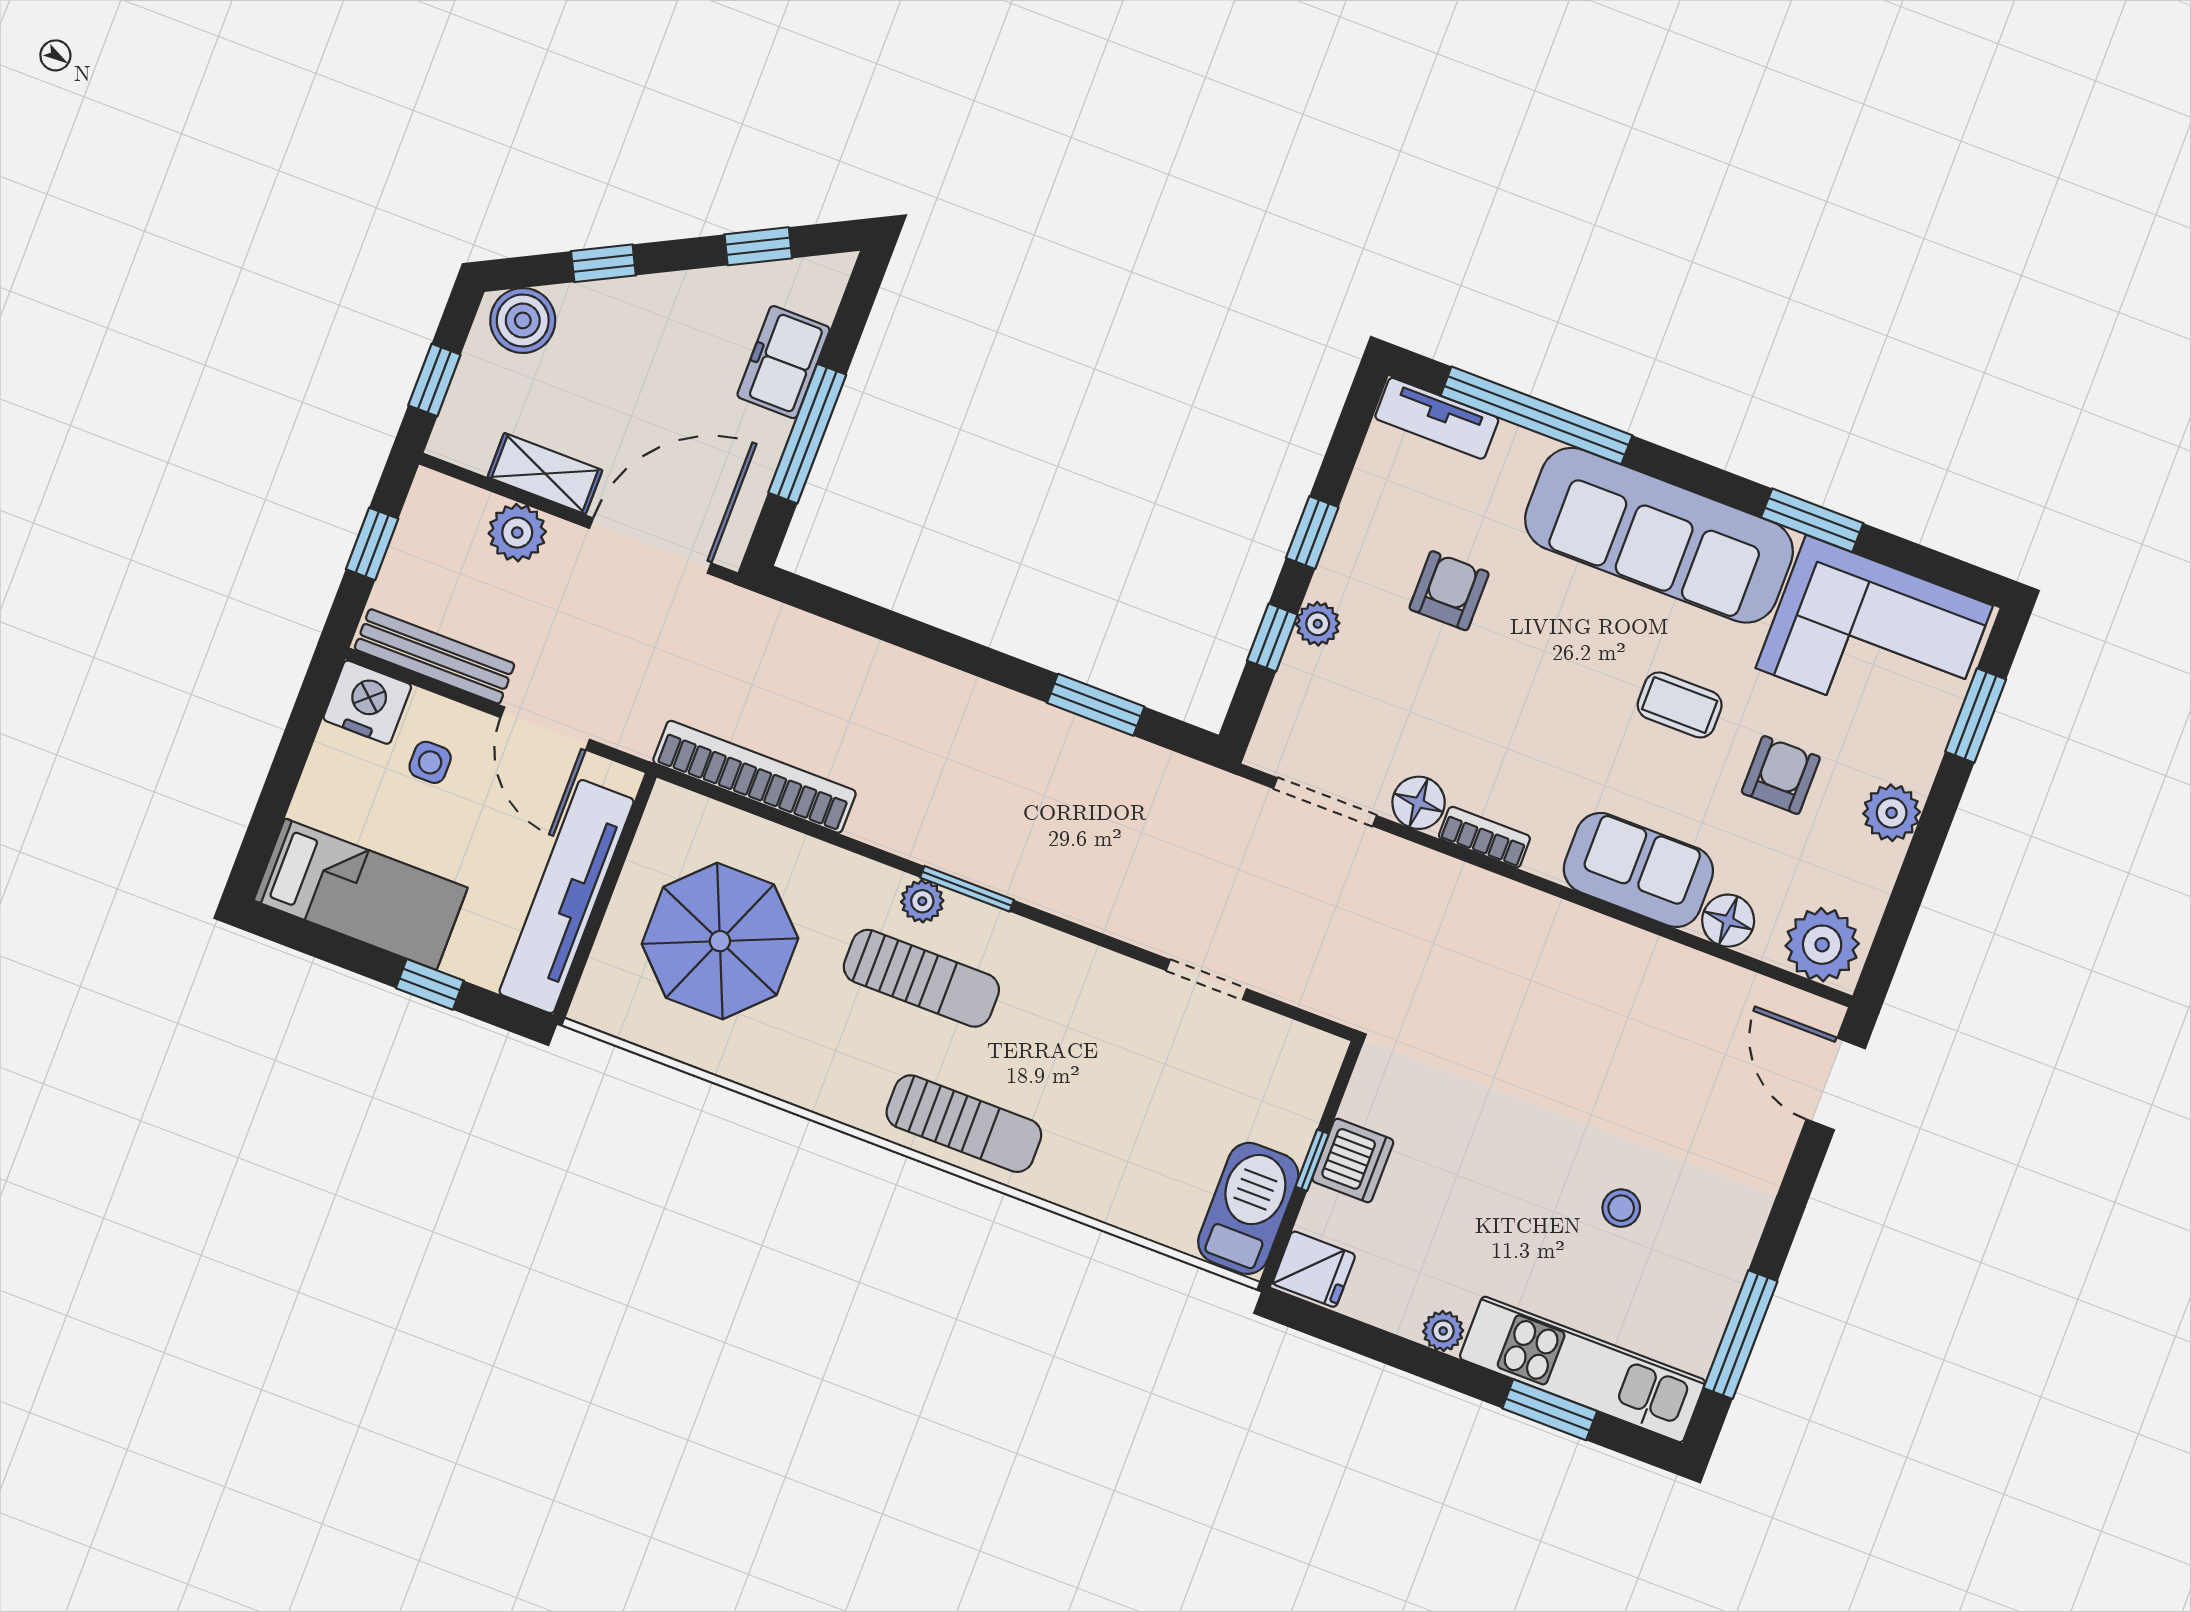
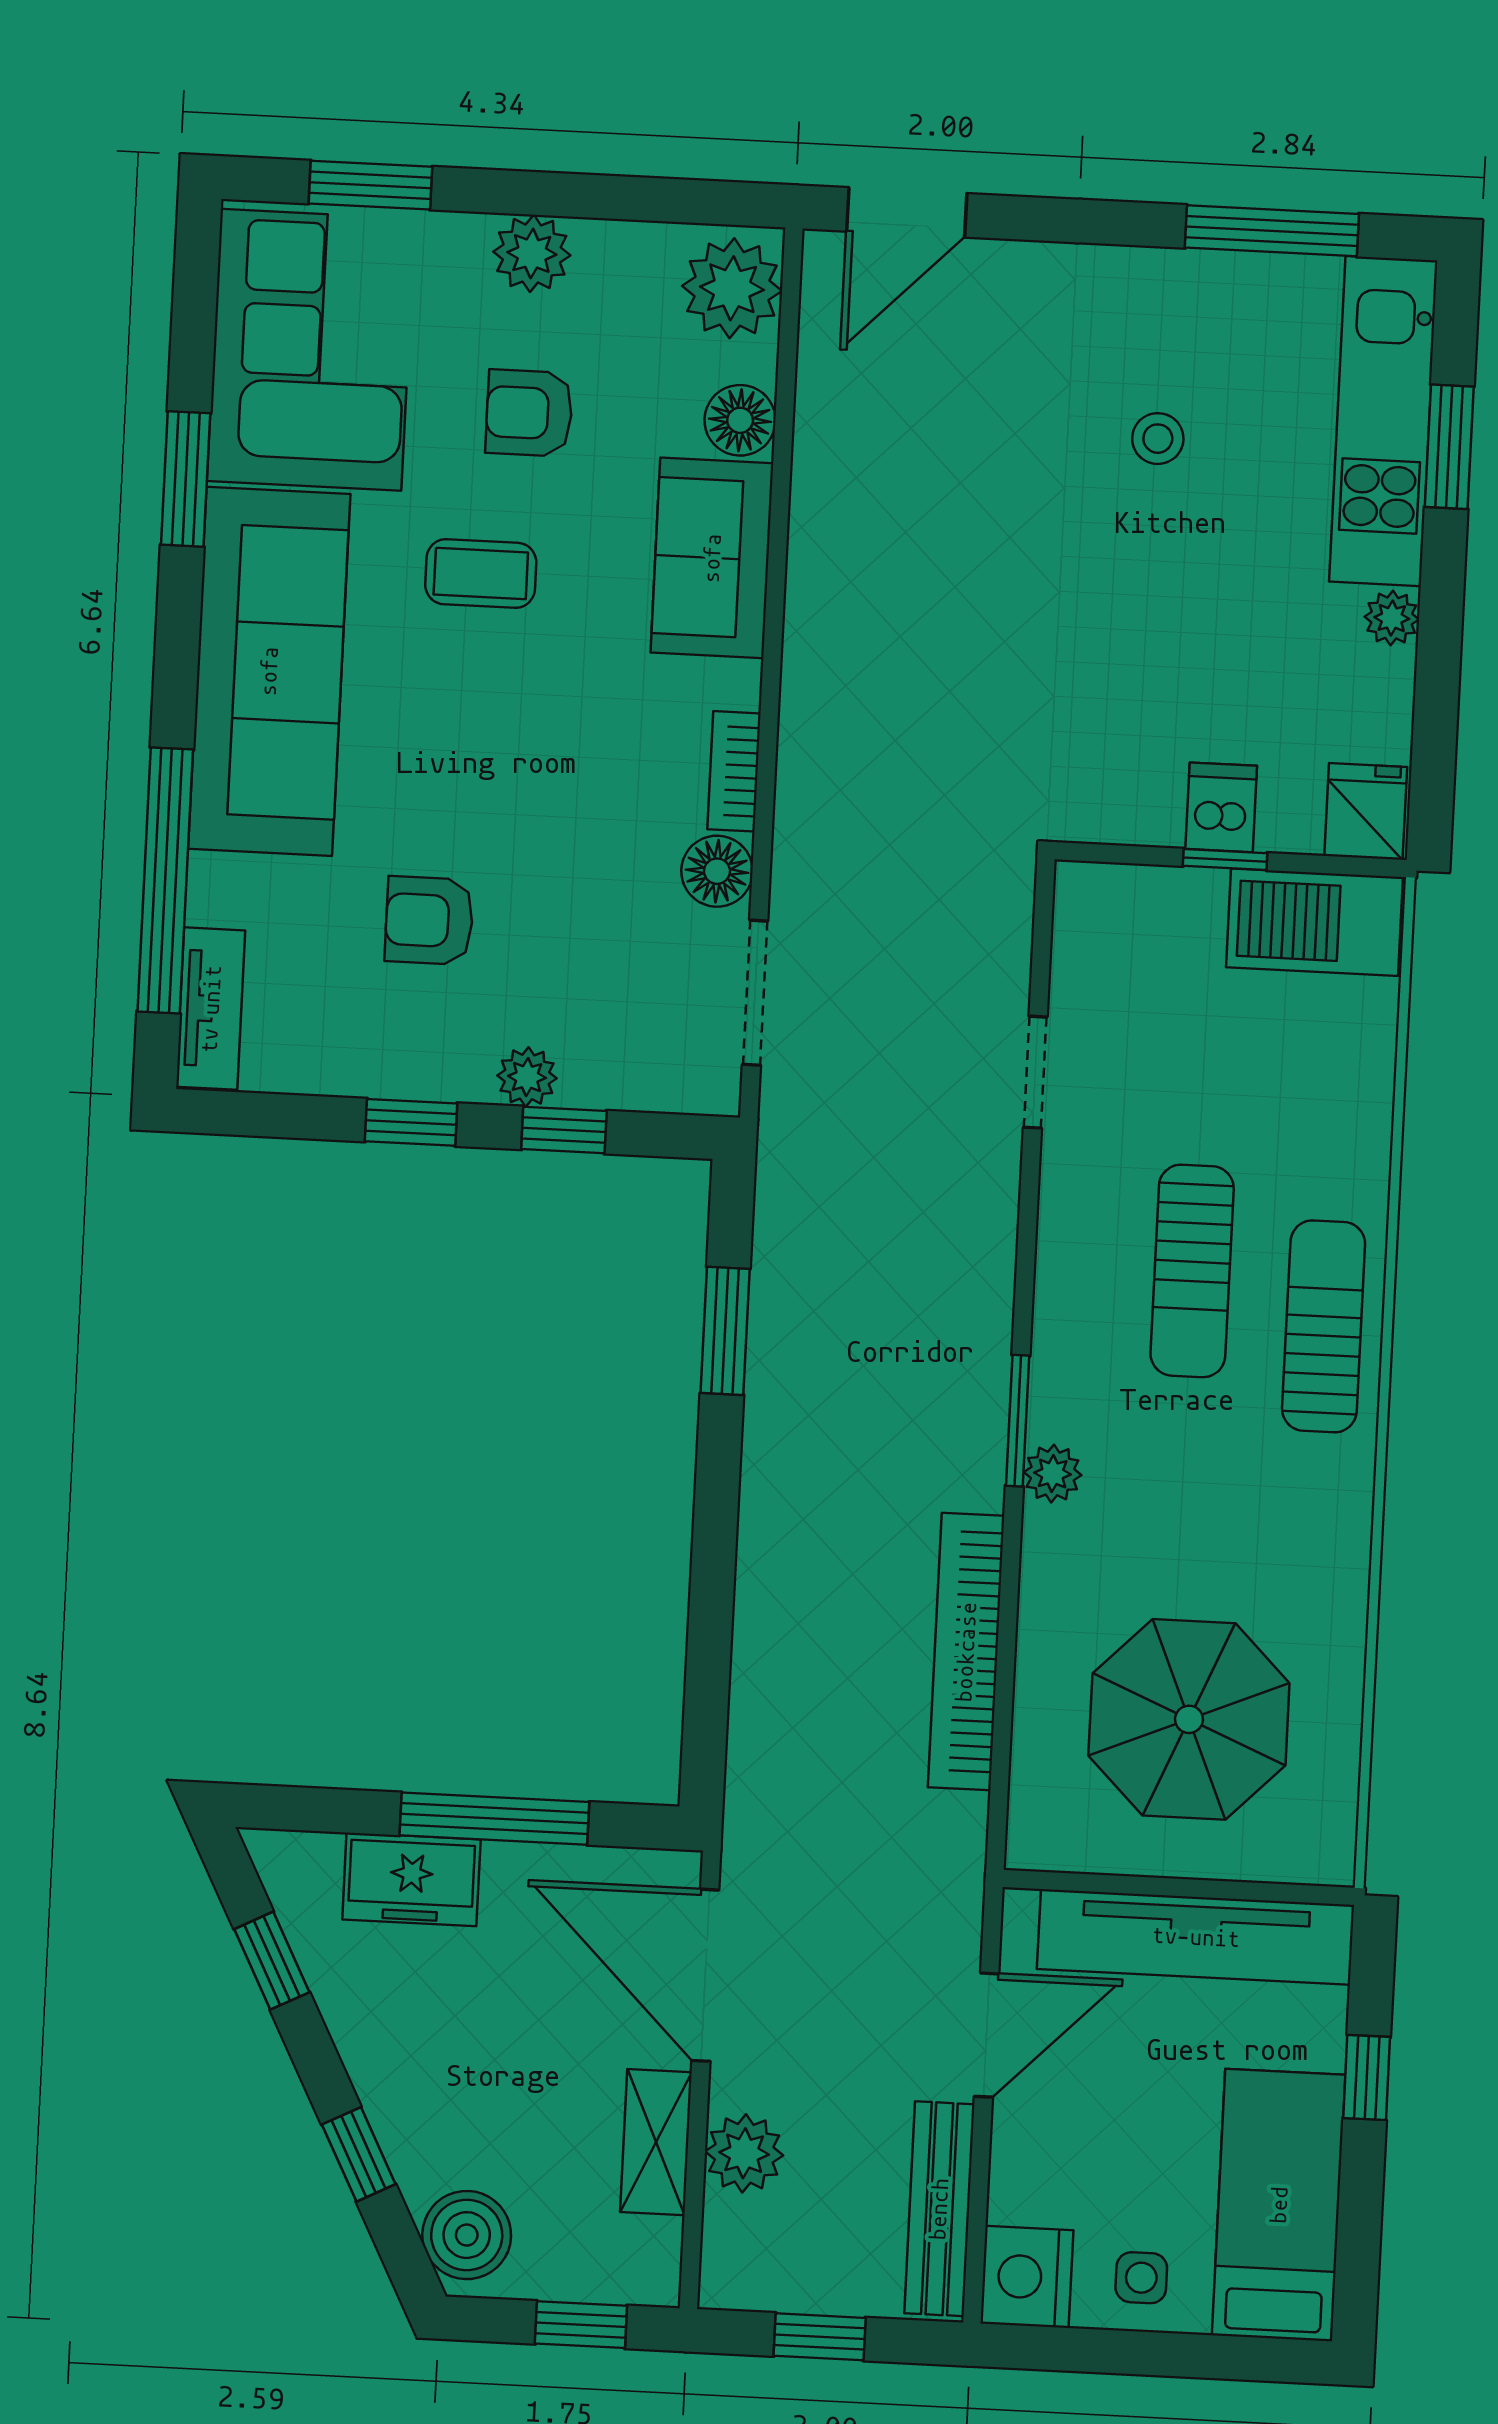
coffee table: (1680, 705) -> (481, 574), turned 90
side table: (430, 762) -> (1141, 2278), moved
bookcase: (754, 777) -> (966, 1652), moved
sun lounger: (921, 978) -> (1192, 1271), moved, turned 180
dishwasher: (1353, 1160) -> (1221, 807), width x0.73

